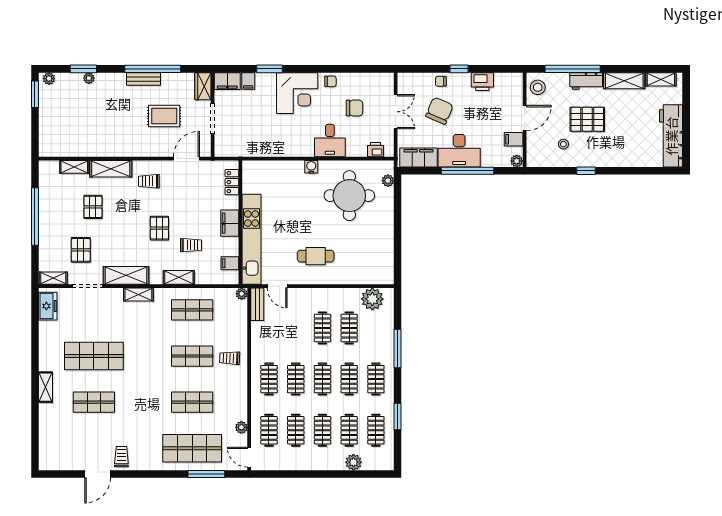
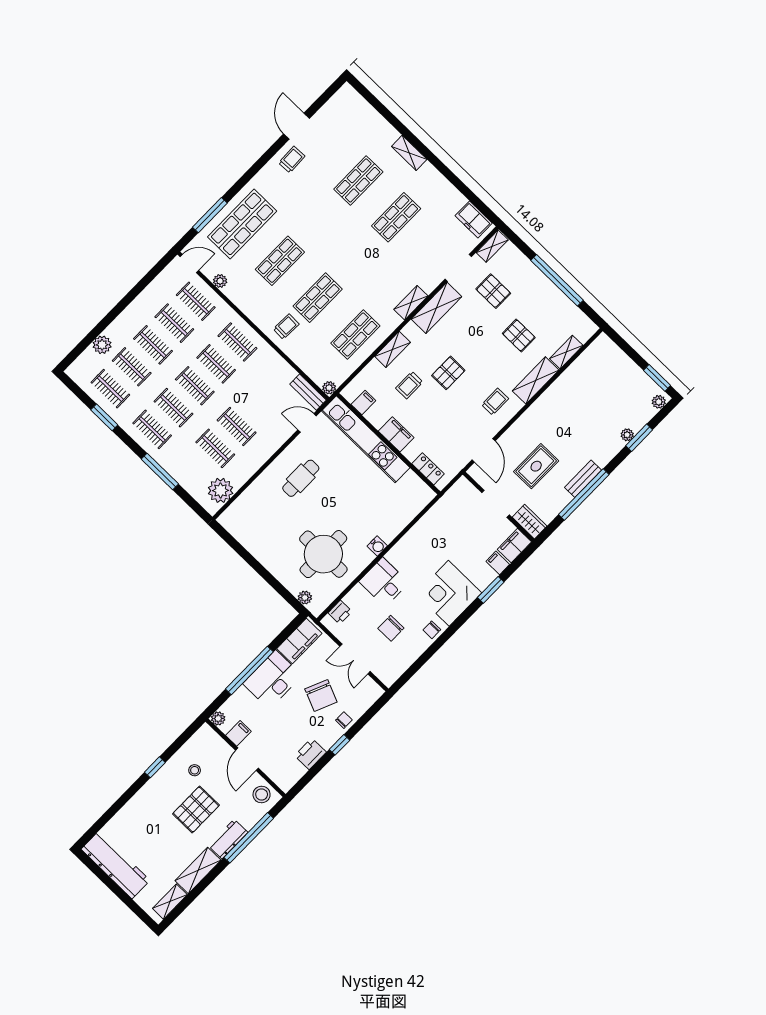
pallet: (159, 228) -> (448, 373), turned 90
shop shelf: (94, 356) -> (396, 217), width x0.70, depth x0.74
trolley: (121, 457) -> (292, 160), turned -92

